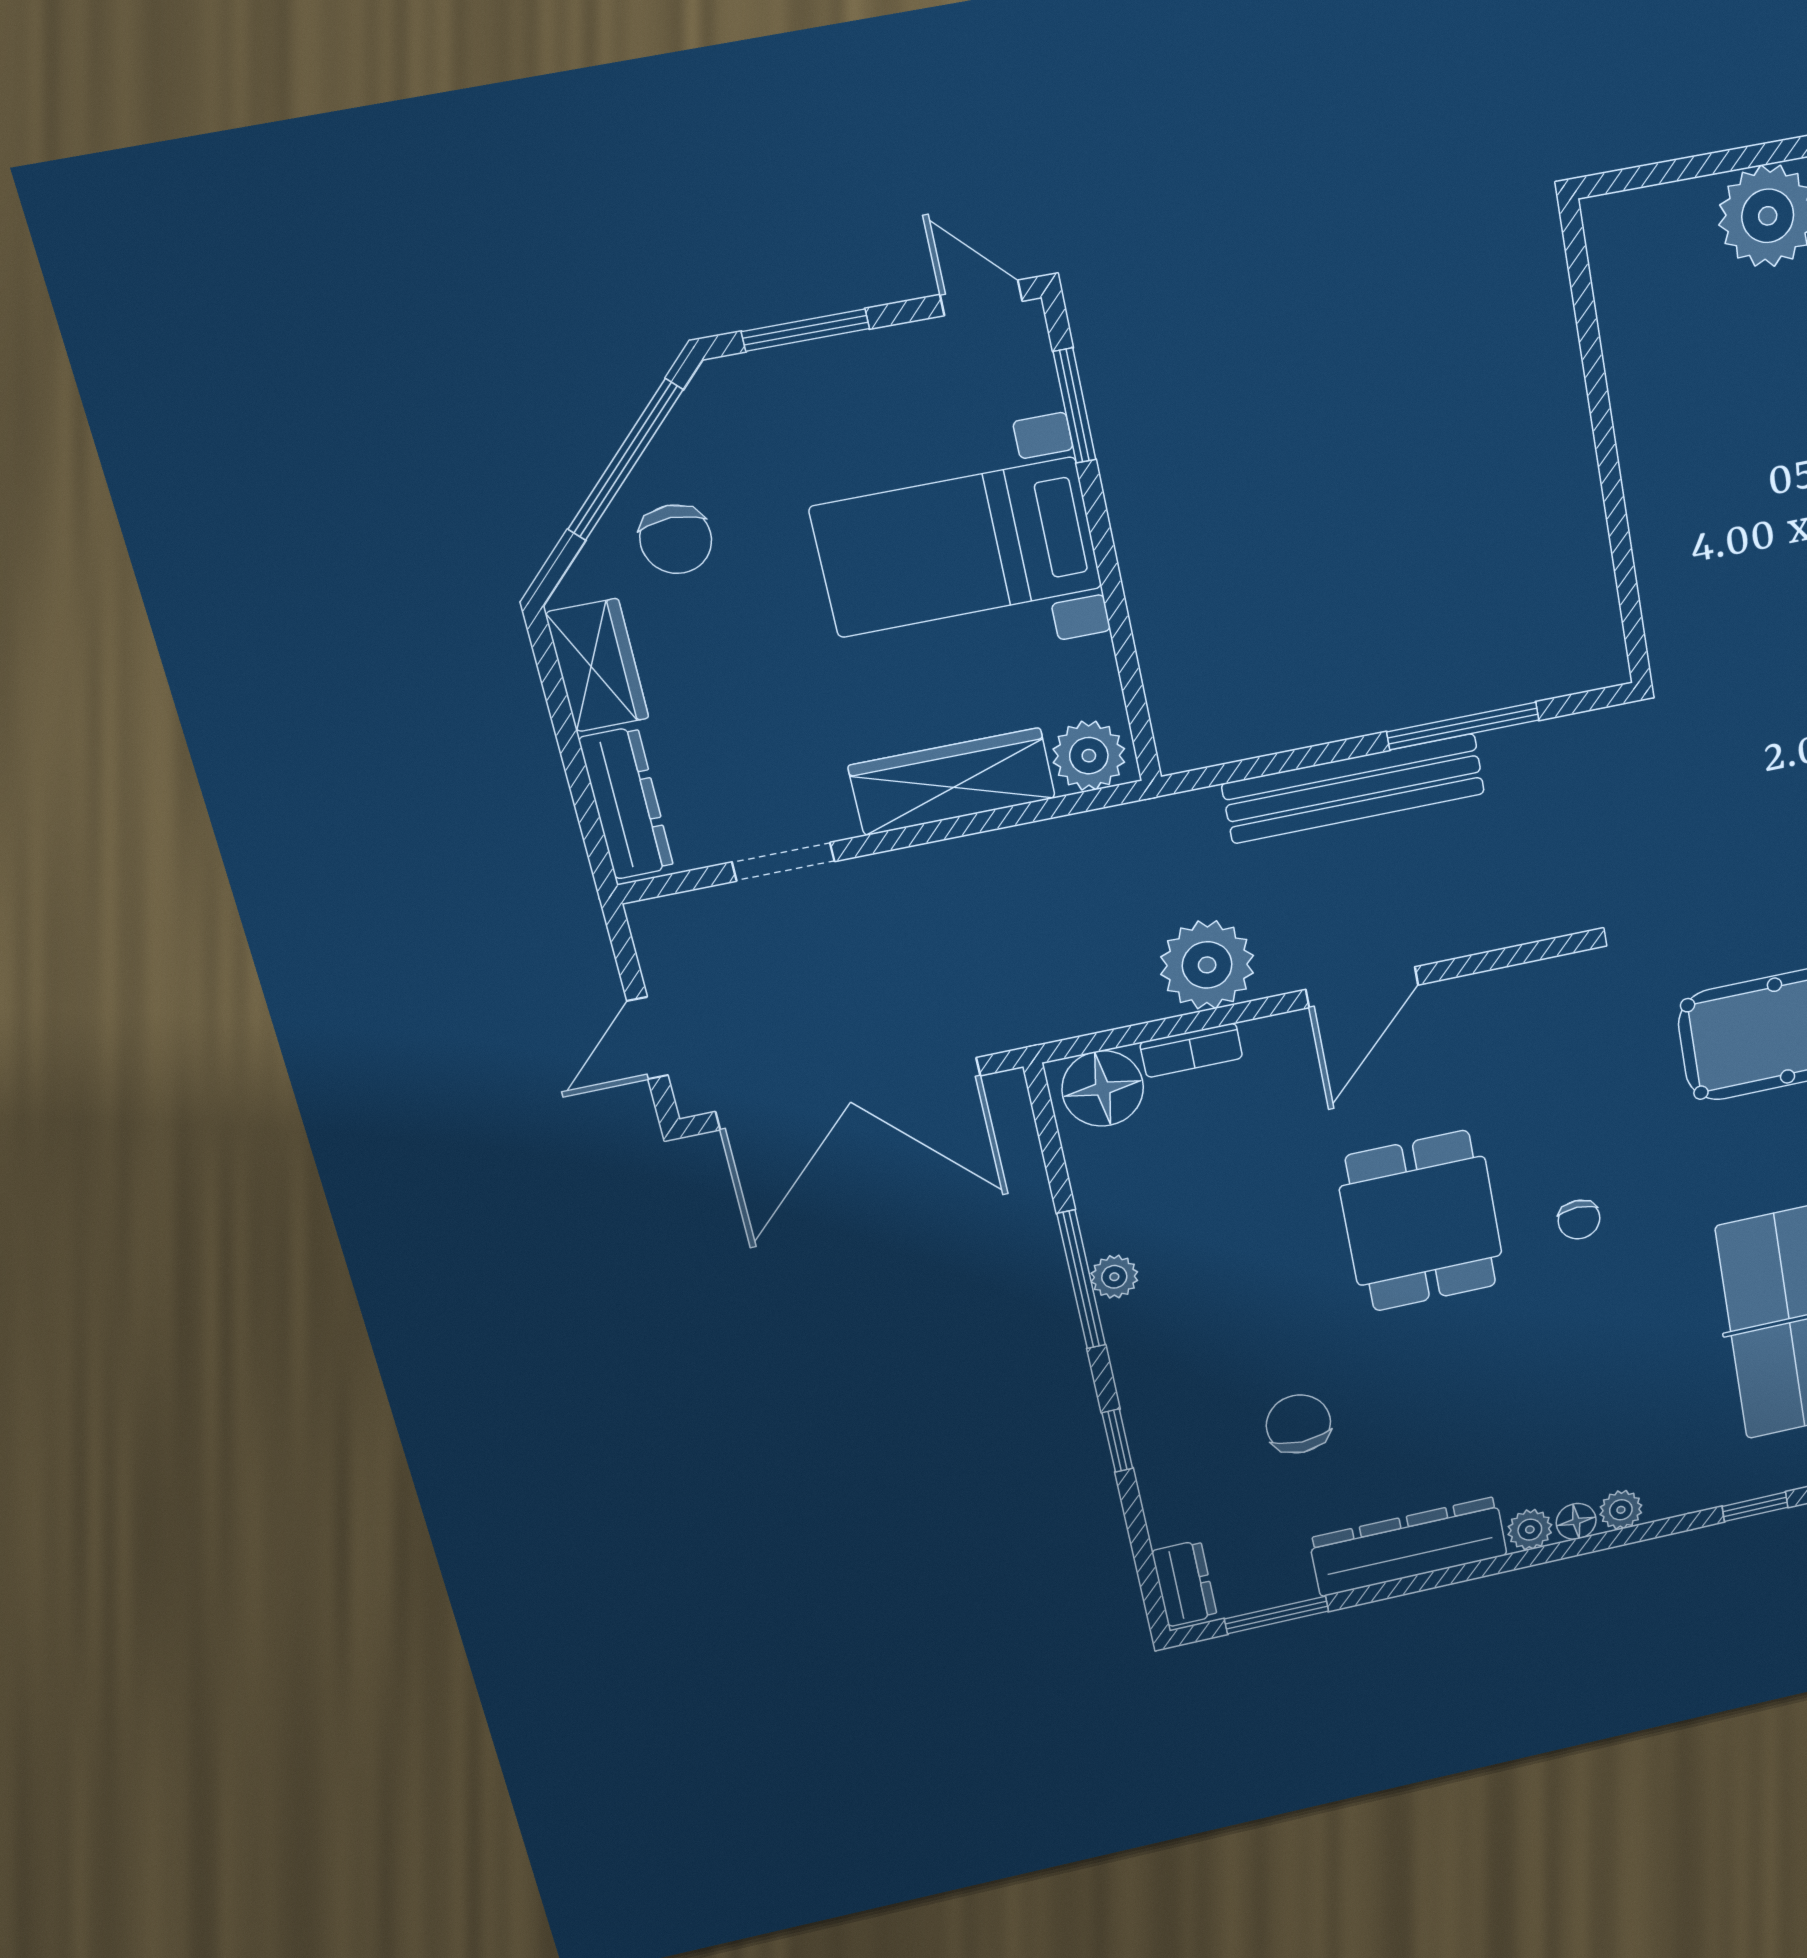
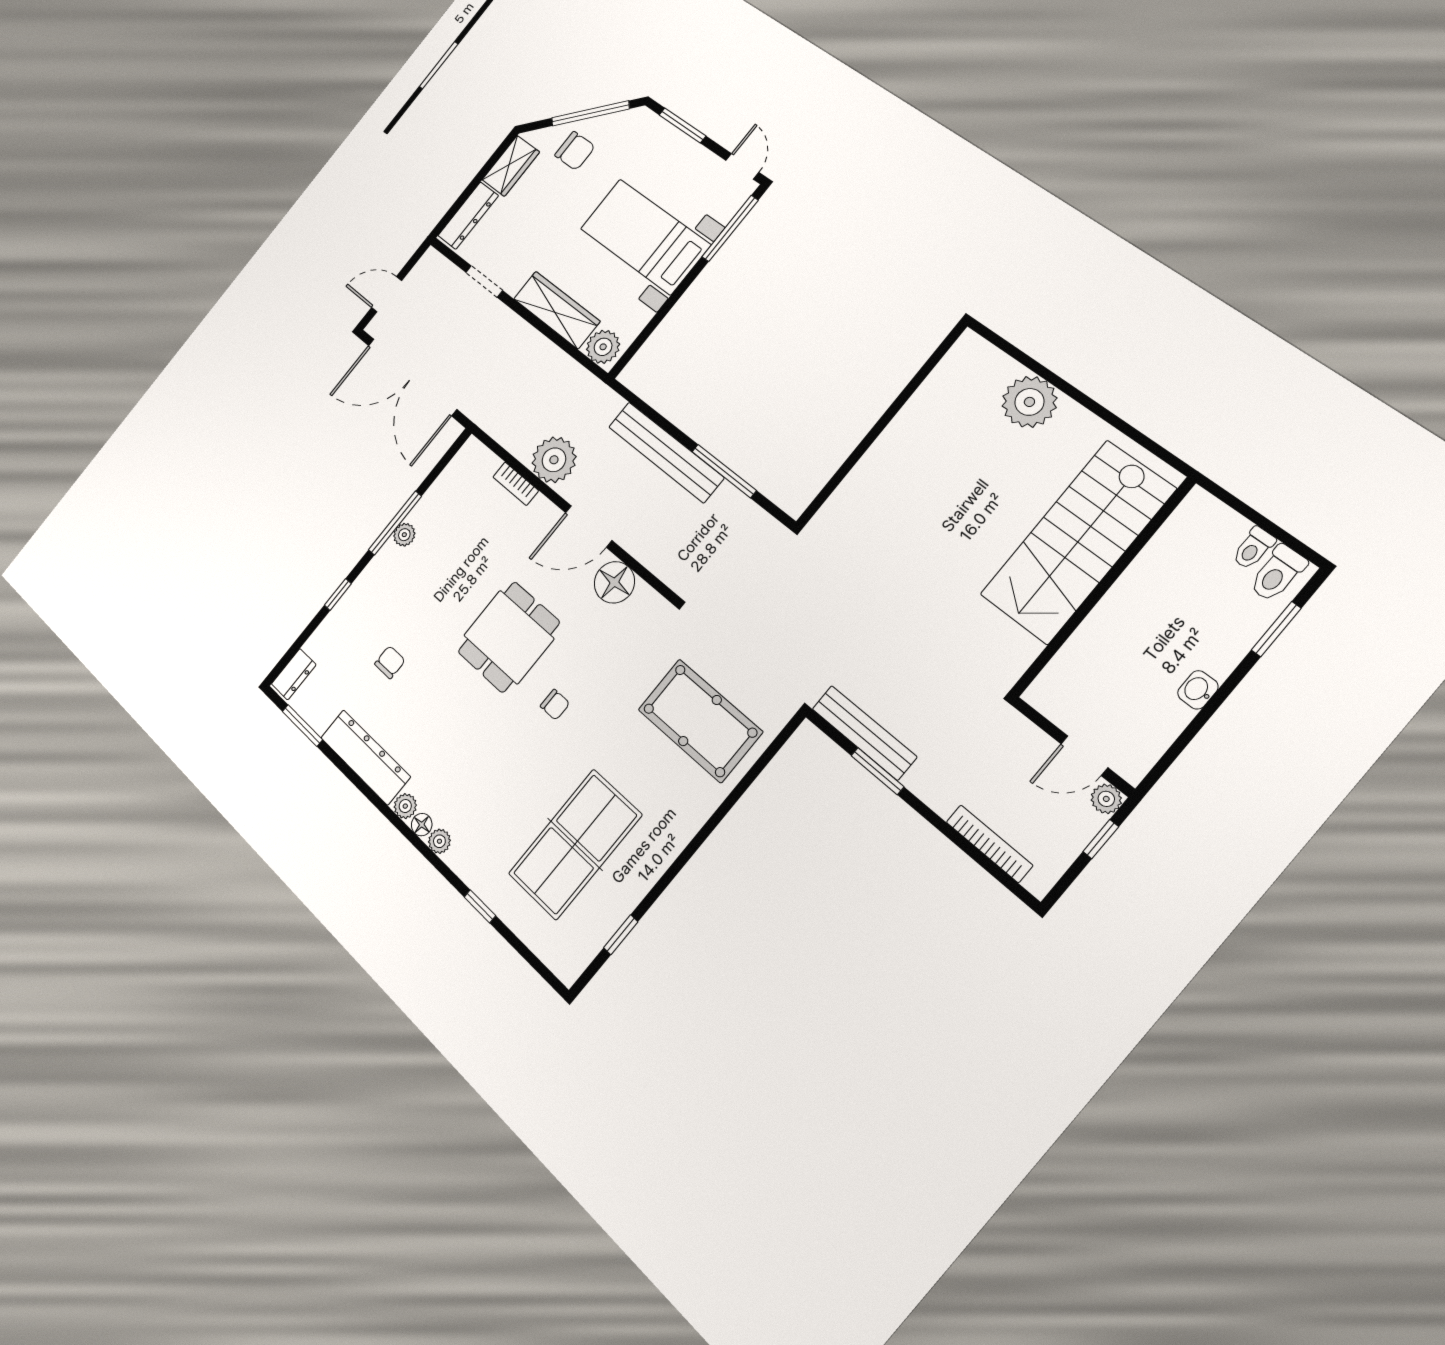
window: (1075, 406) -> (730, 228), width x1.44
chair: (676, 539) -> (575, 151), turned -90
floor lamp: (1103, 1089) -> (614, 582), moved
chair: (1579, 1220) -> (555, 705), turned -90
chair: (1298, 1424) -> (390, 662), width x0.73, depth x0.73

